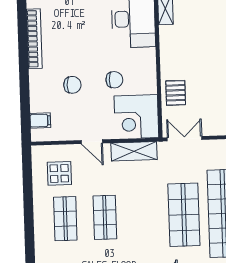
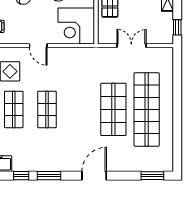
double door: (185, 139) -> (131, 46), moved
shelving: (134, 151) -> (73, 55), removed

